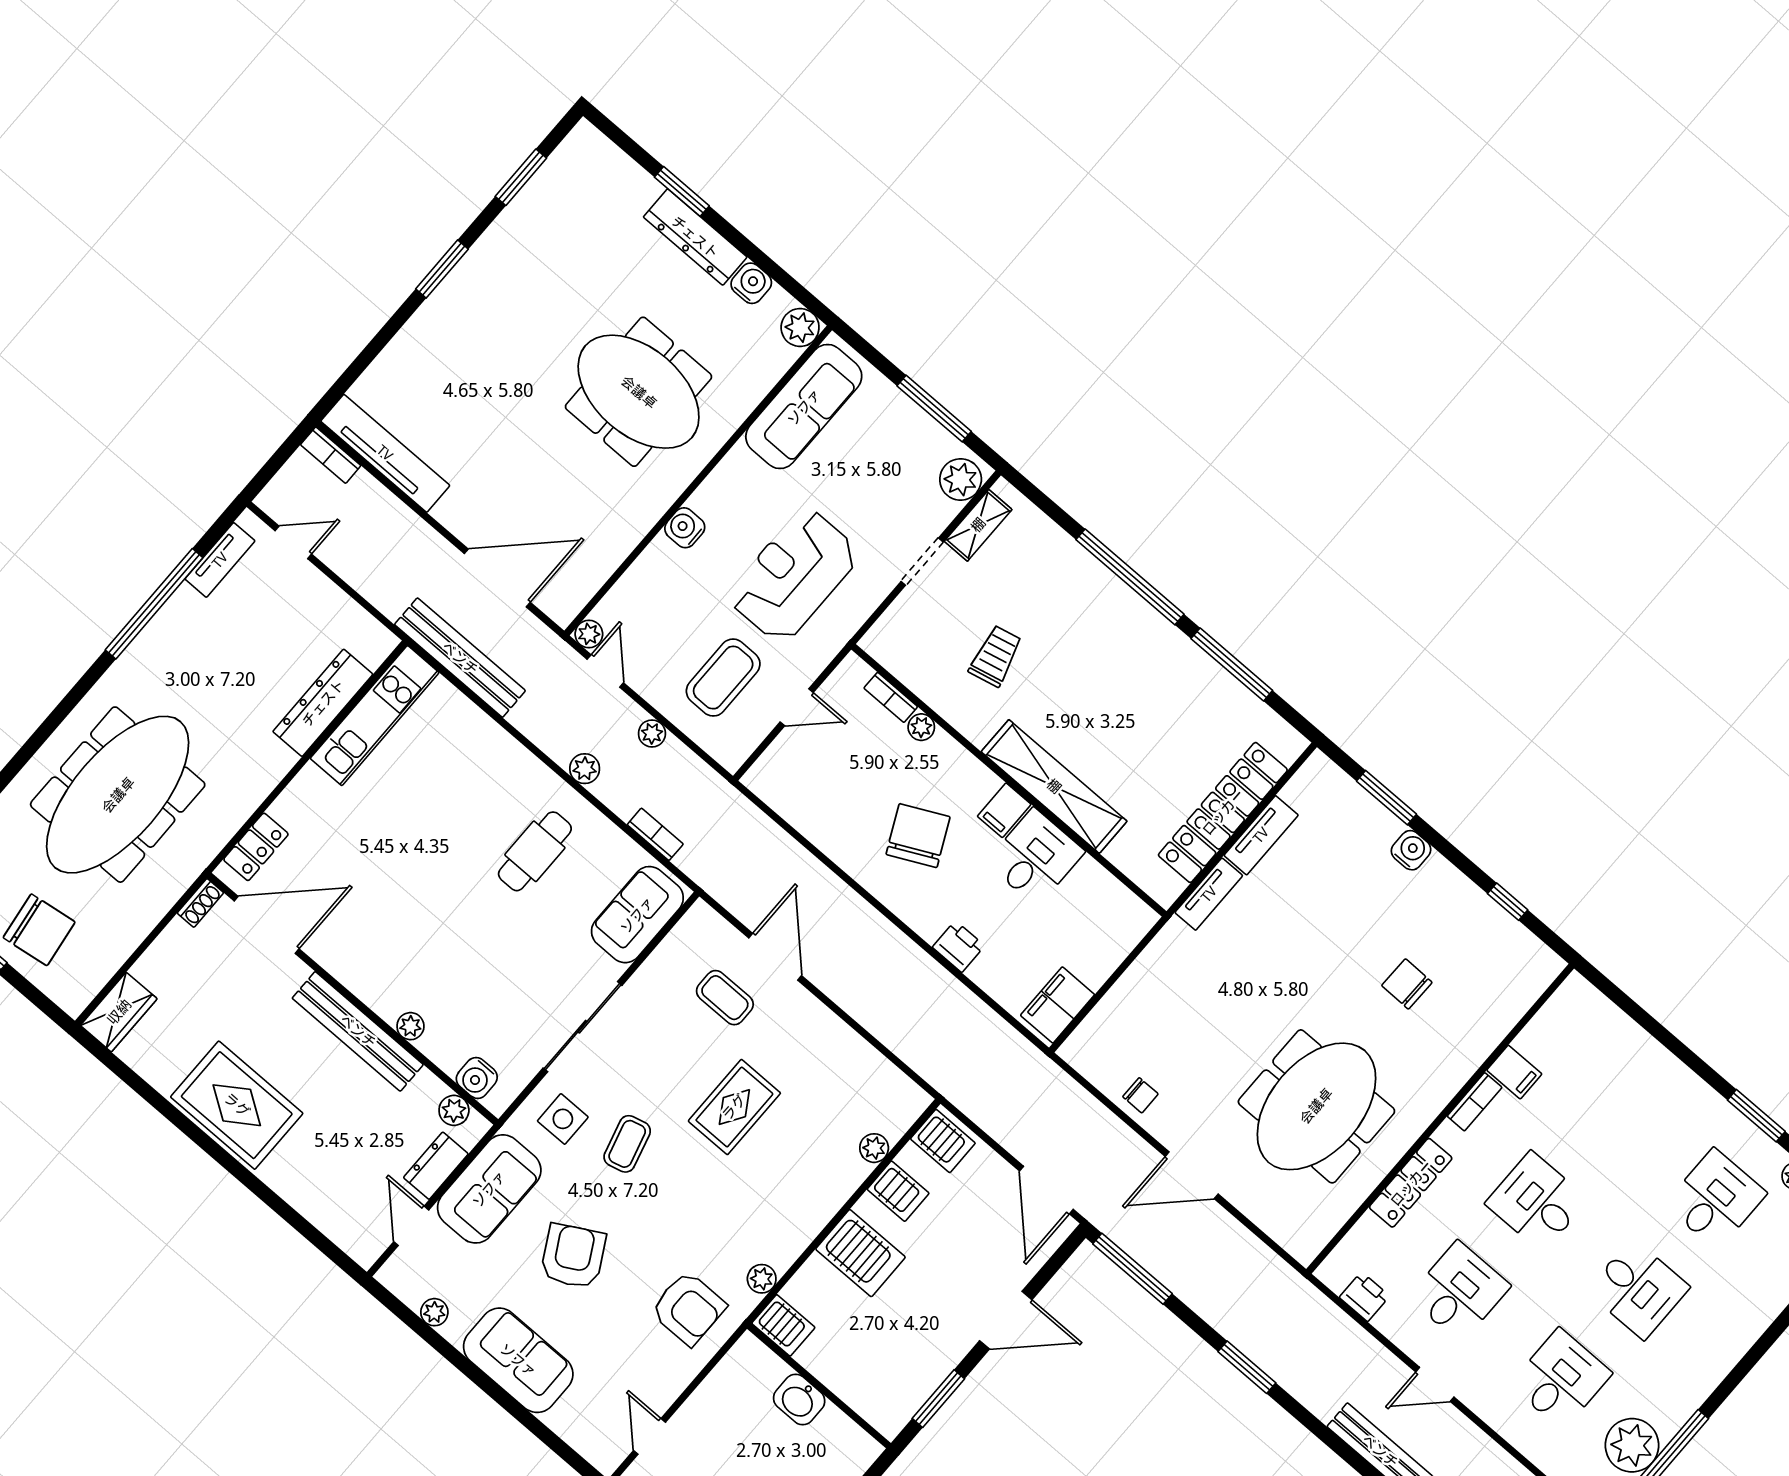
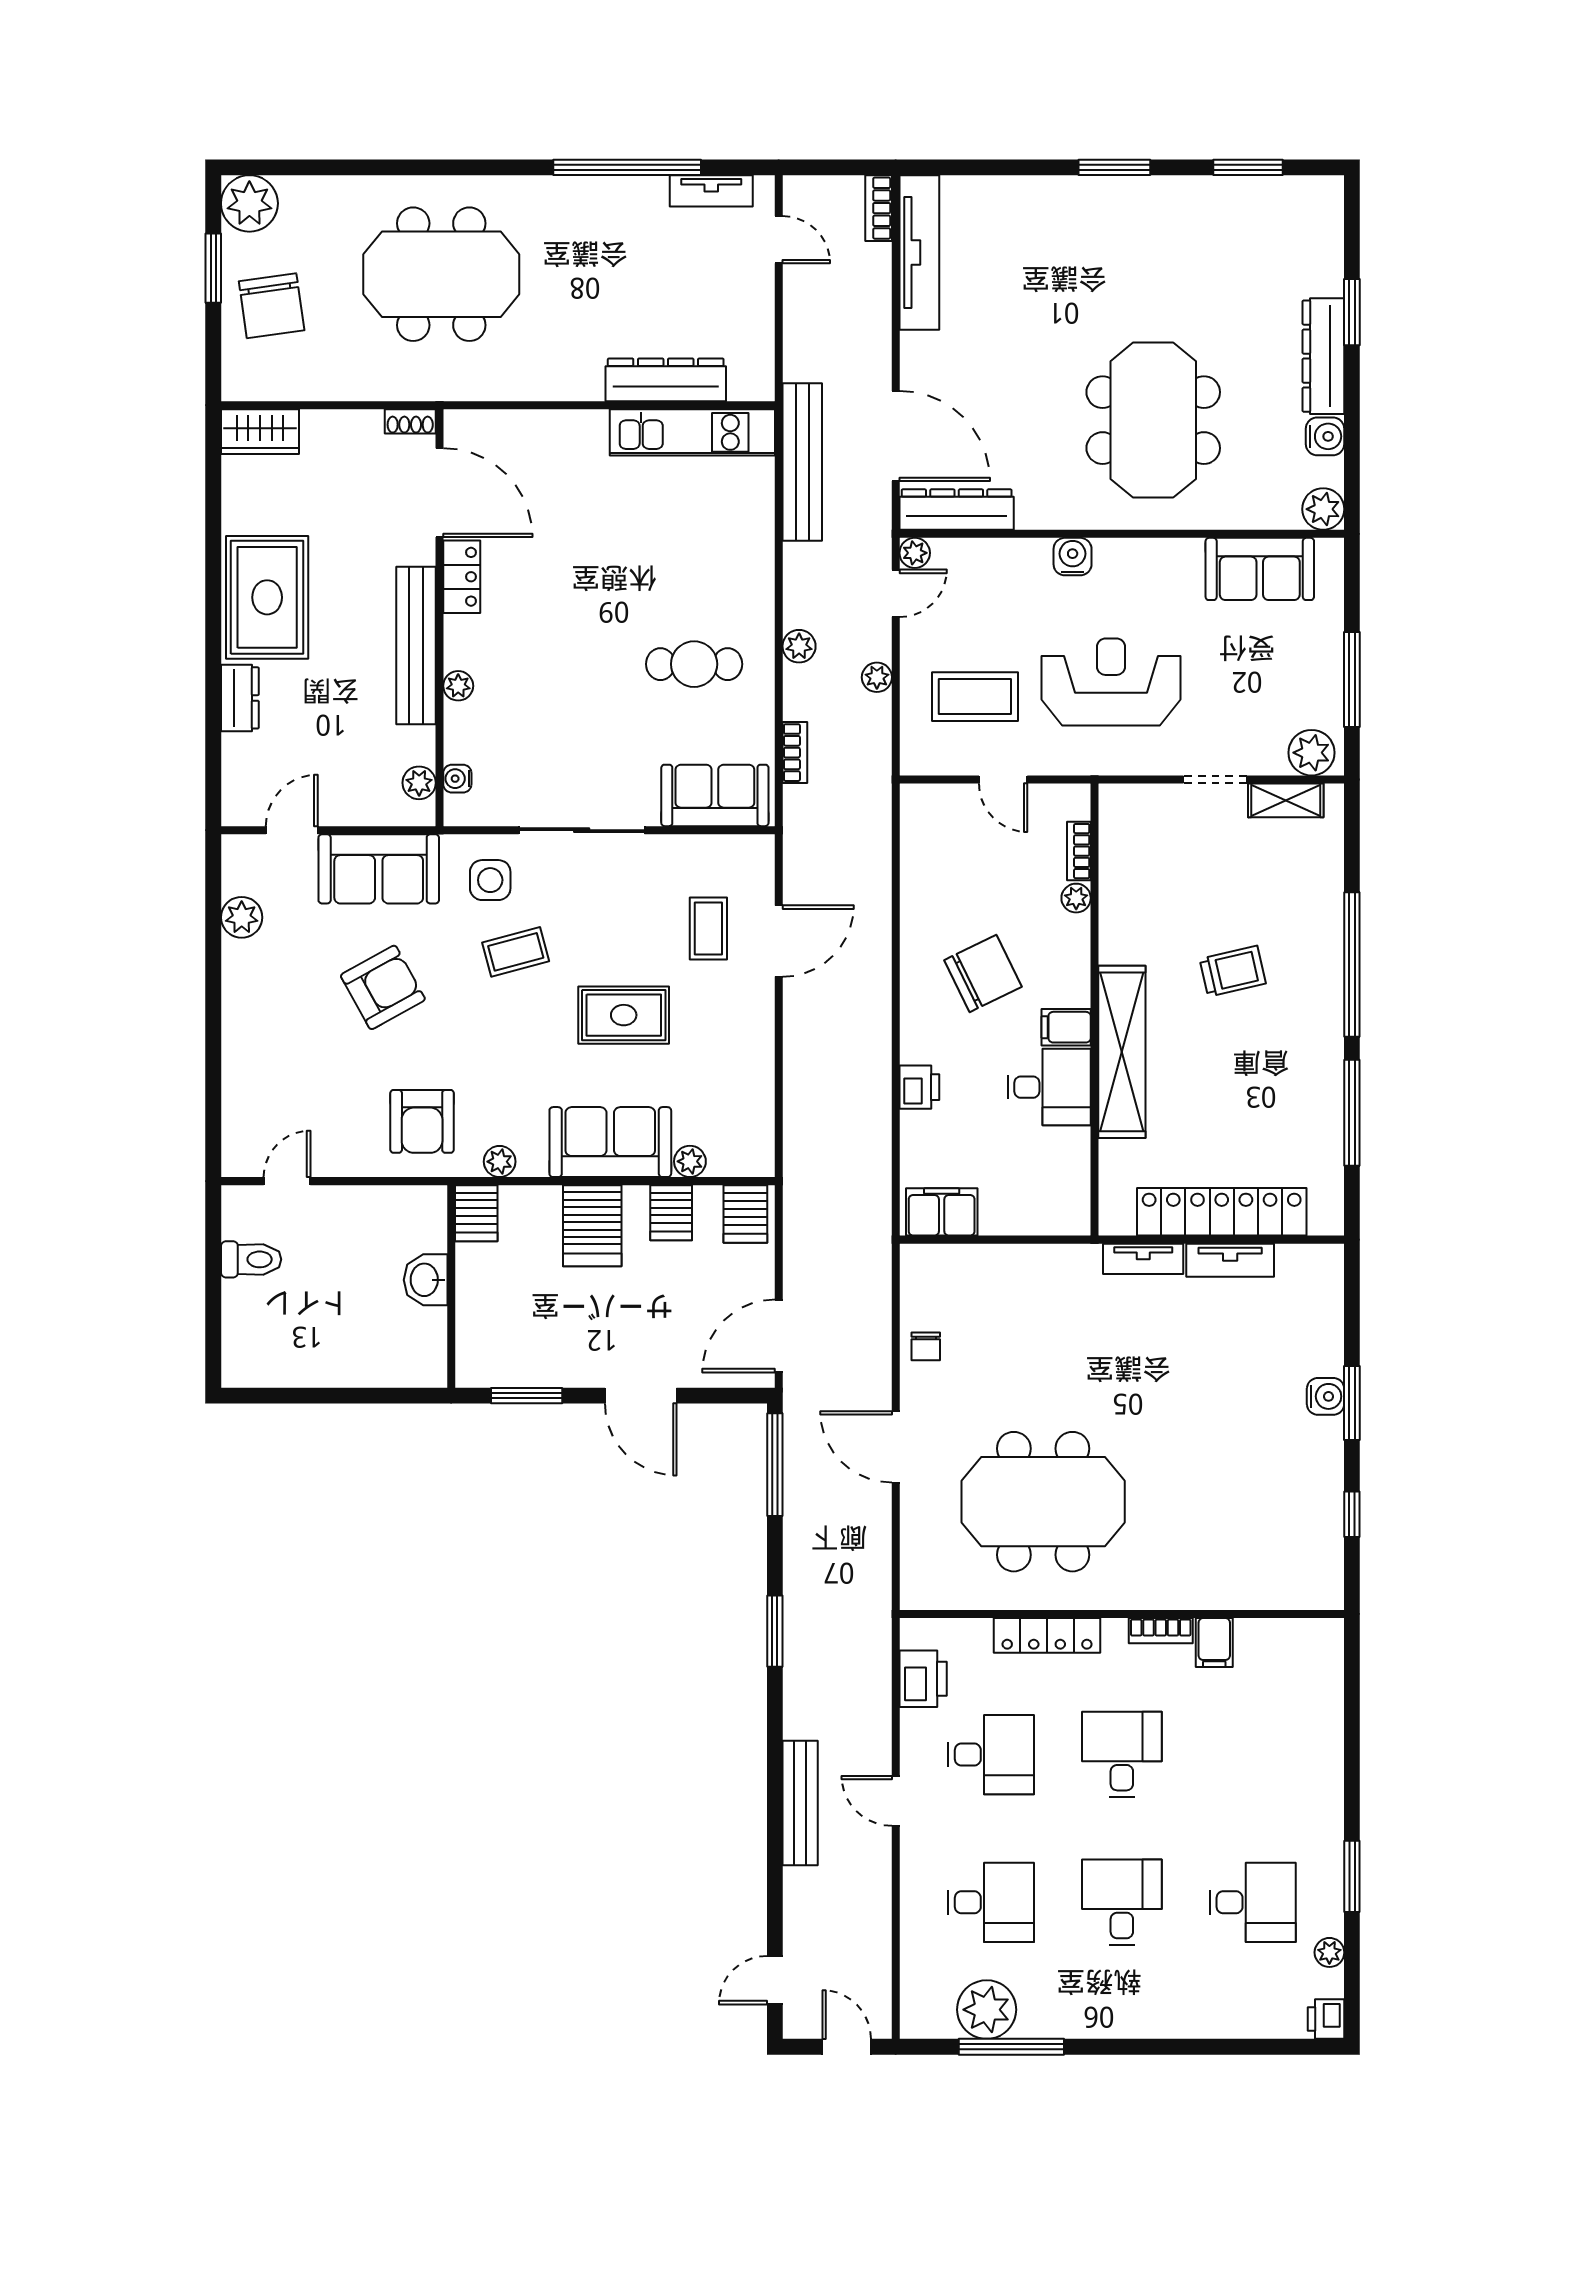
sofa: (804, 407) -> (1260, 569), width x0.73
dresser: (584, 580) -> (957, 510), added
trolley: (996, 656) -> (1233, 971), moved
meeting table: (118, 795) -> (441, 274), width x0.73
window: (1387, 798) -> (1352, 1403), moved
locker: (256, 847) -> (462, 577), moved, turned -90
chair: (1407, 984) -> (1211, 1489), removed
water cooler: (477, 1078) -> (457, 779), width x0.72, depth x0.72
dresser: (436, 1166) -> (240, 698), moved, turned 90
desk: (1638, 1289) -> (1122, 1902), turned 180
printer: (1365, 1297) -> (923, 1679), width x1.36, depth x1.24
plant: (434, 1312) -> (242, 917), width x1.38, depth x1.38
sofa: (518, 1360) -> (610, 1142), moved, turned -90

